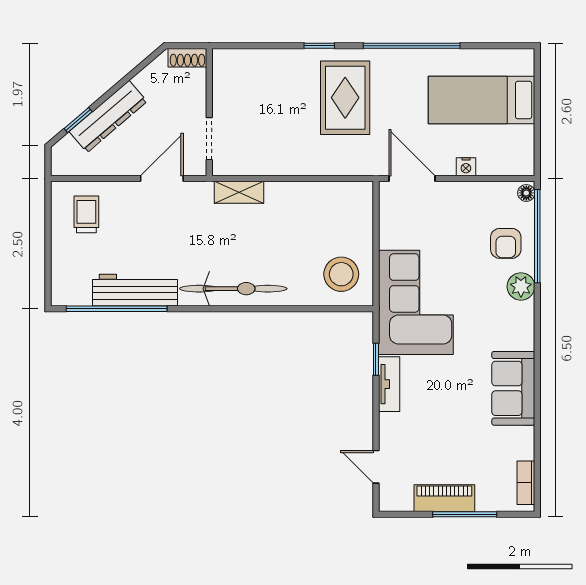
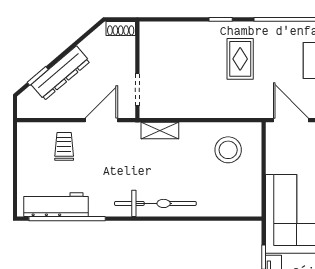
rug: (345, 98) -> (240, 59), width x0.73, depth x0.70
trolley: (86, 214) -> (64, 146), moved
stool: (341, 274) -> (228, 150), moved
workbench: (135, 290) -> (56, 205), moved

